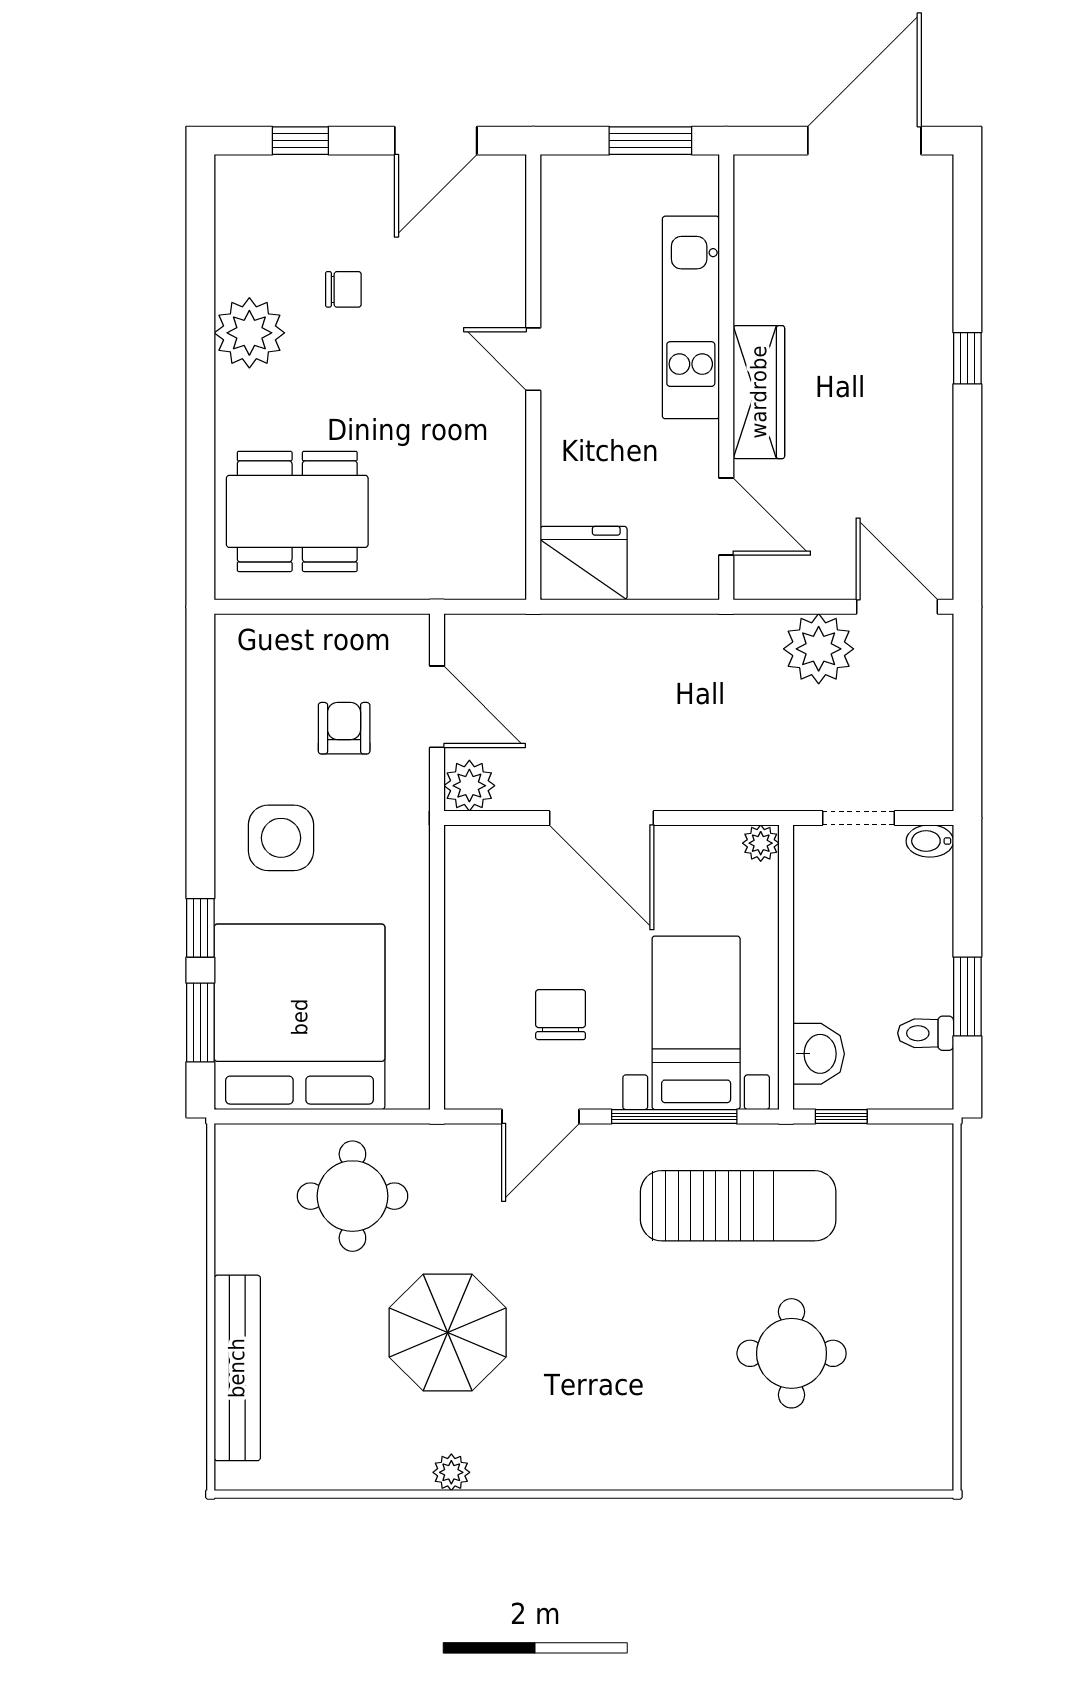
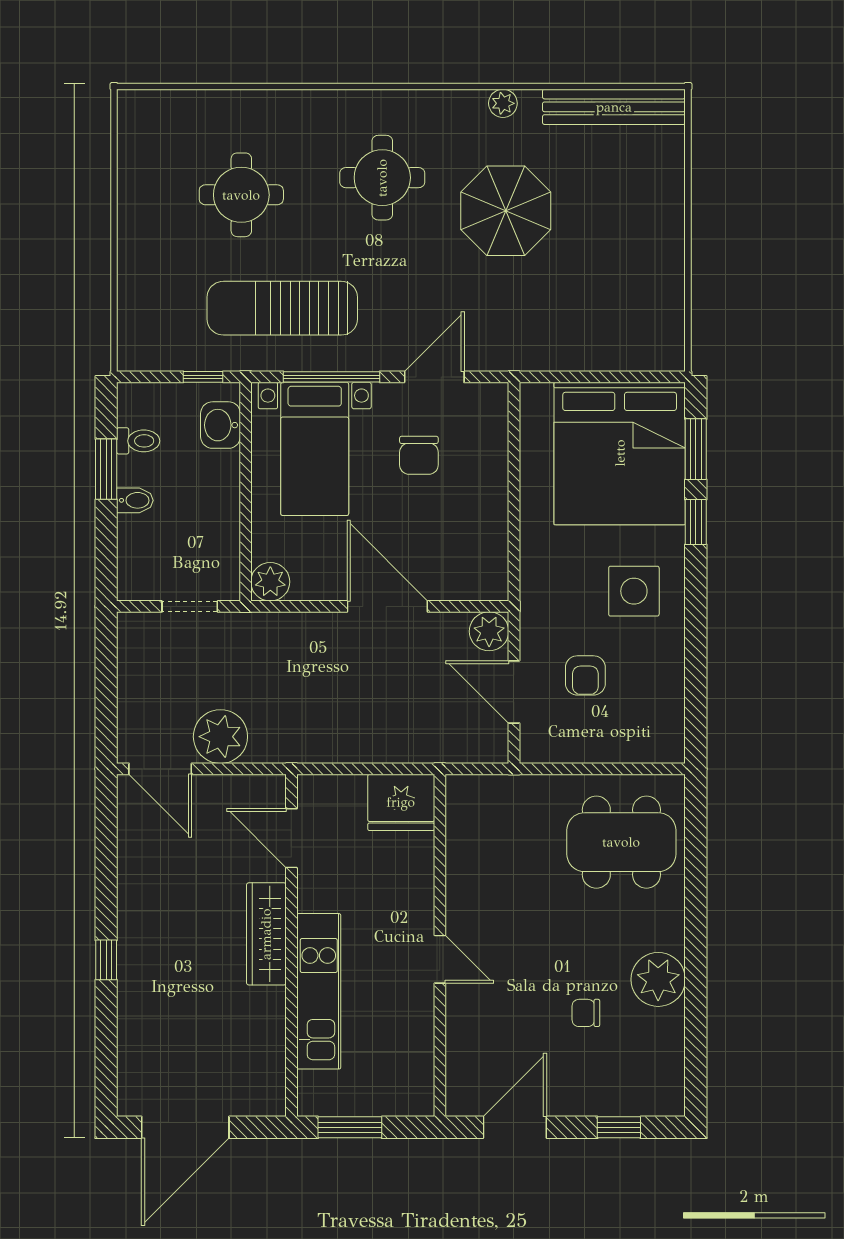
bidet: (930, 841) -> (135, 500), moved
plant: (761, 843) -> (270, 582), width x1.38, depth x1.38
round table: (352, 1196) -> (382, 178), moved
bench: (237, 1368) -> (614, 107), moved, turned 90

